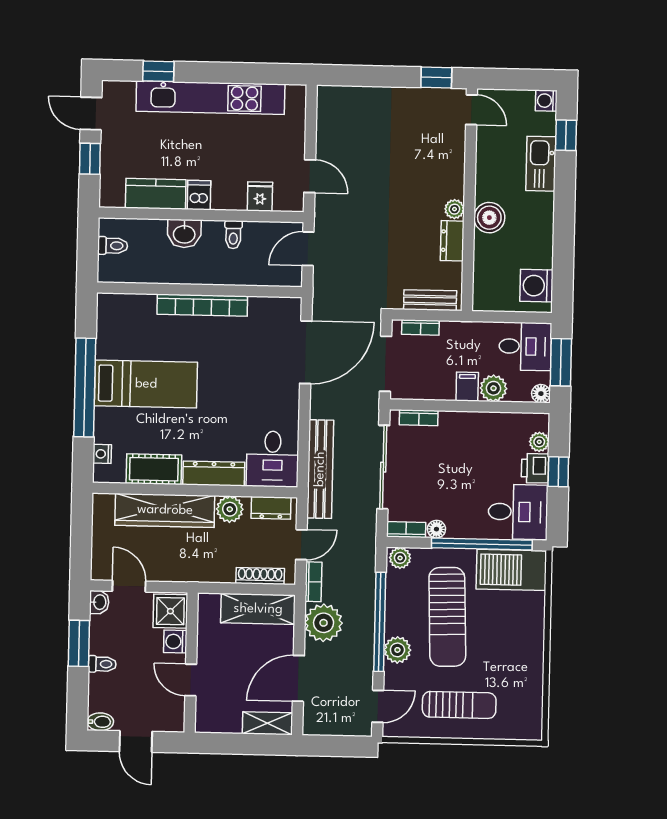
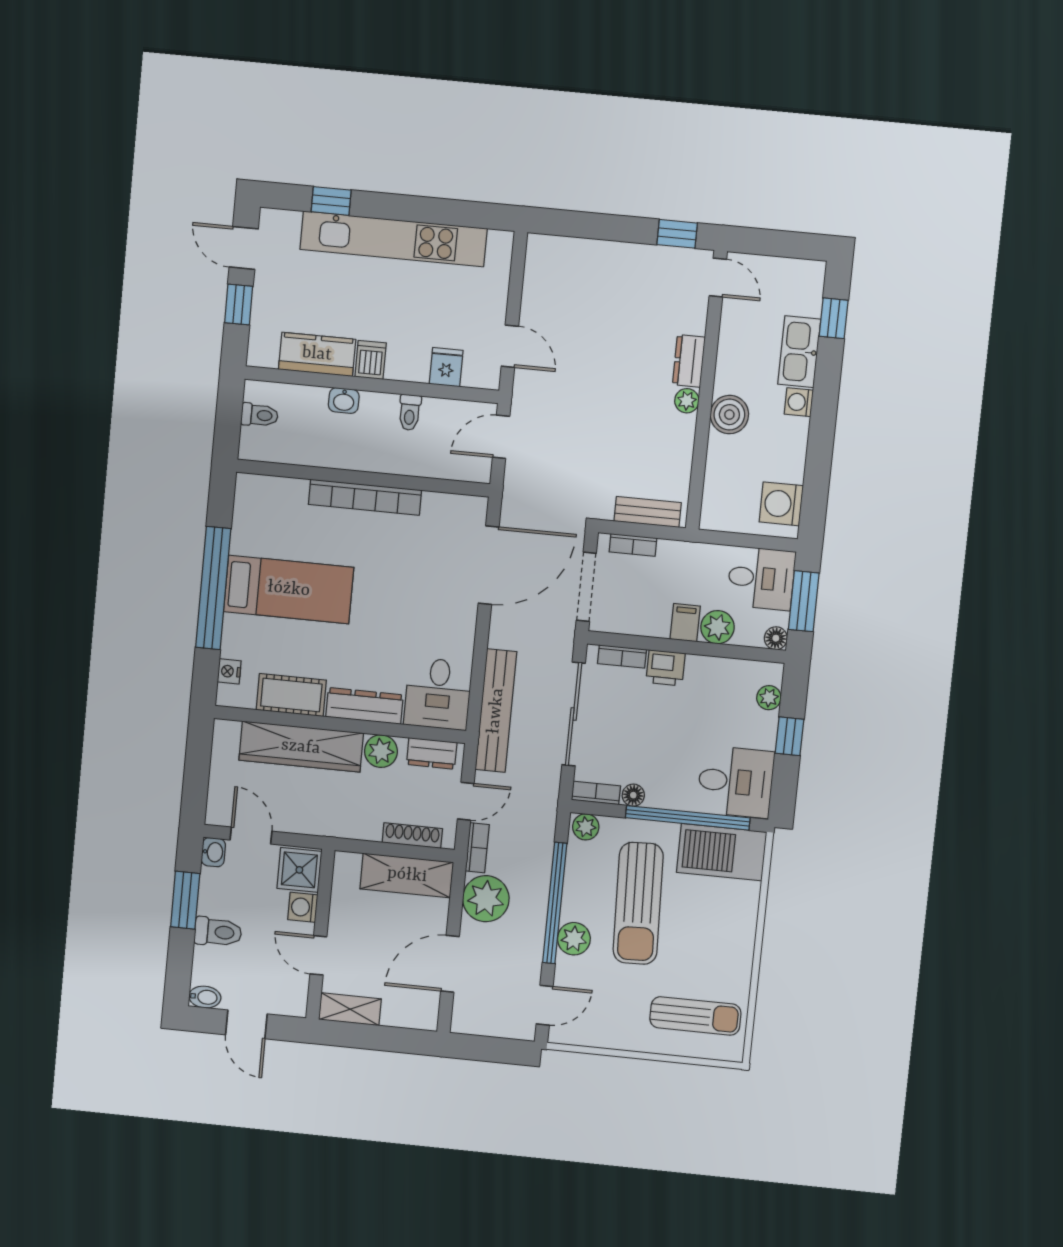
washing machine: (546, 101) -> (799, 402), moved
washbasin: (184, 234) -> (344, 401), width x0.72, depth x0.69
dresser: (452, 241) -> (689, 361), moved
printer: (535, 468) -> (666, 668), moved, turned -90
toilet: (102, 664) -> (218, 932), width x1.37, depth x1.39
sun lounger: (459, 705) -> (695, 1016), moved
shelving: (268, 723) -> (350, 1009), moved

